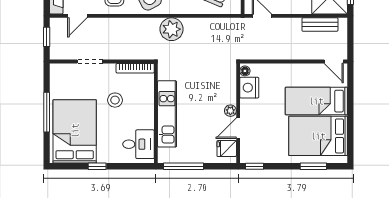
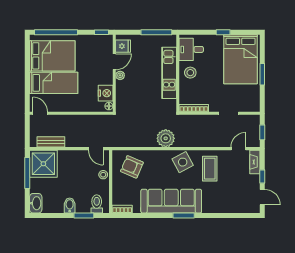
stool: (115, 100) -> (190, 73), moved
window: (47, 112) -> (262, 74), width x0.69
window: (313, 166) -> (56, 32), width x2.11

